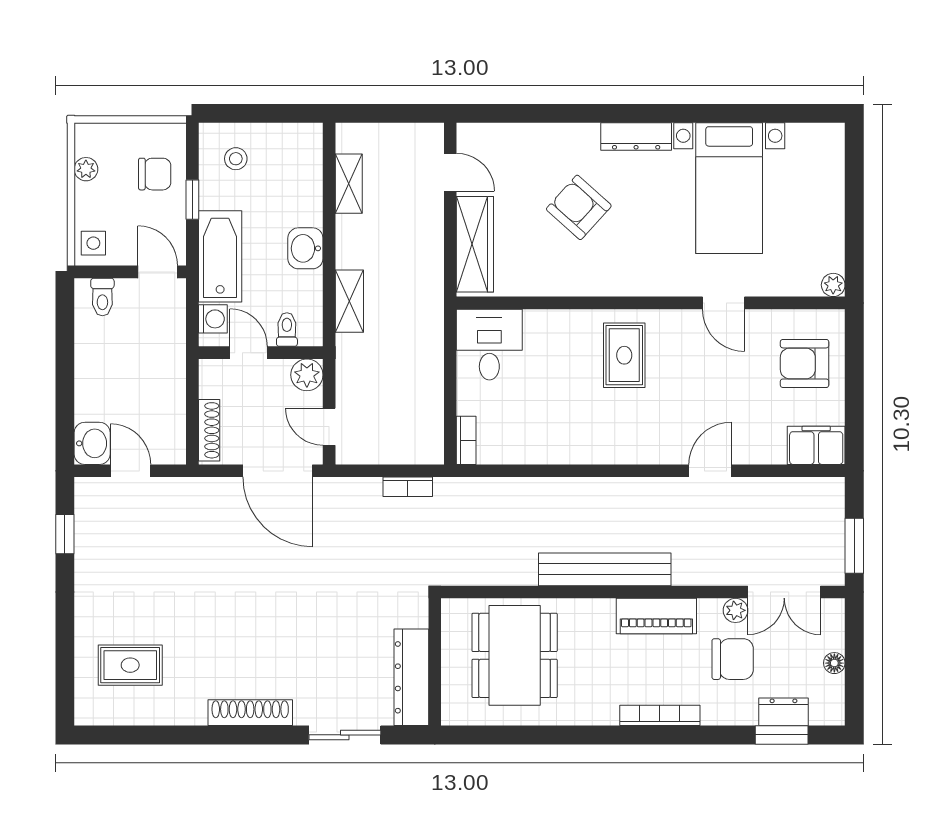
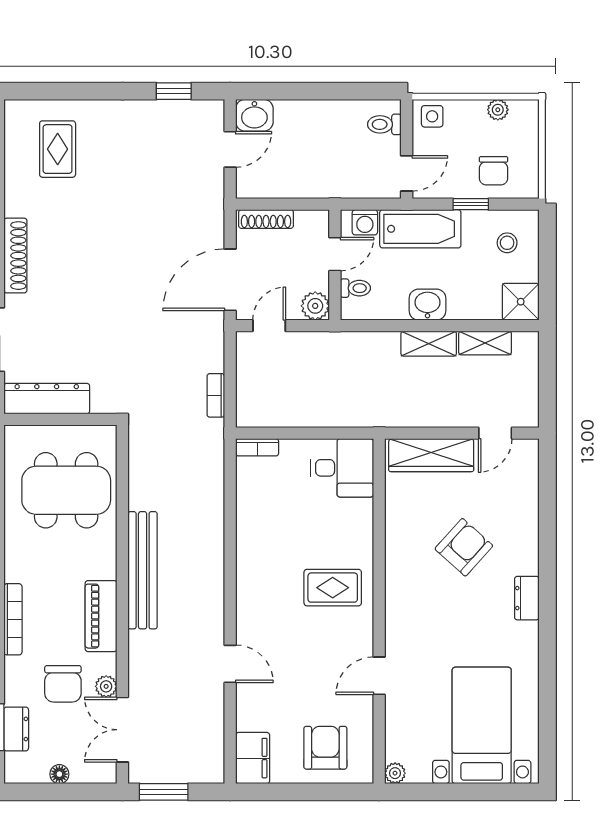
dresser: (636, 136) -> (527, 598), width x0.70
shower: (302, 143) -> (521, 302), added
bed with nightstands: (729, 188) -> (482, 725), moved, turned 90
shelving: (349, 301) -> (429, 344), moved

